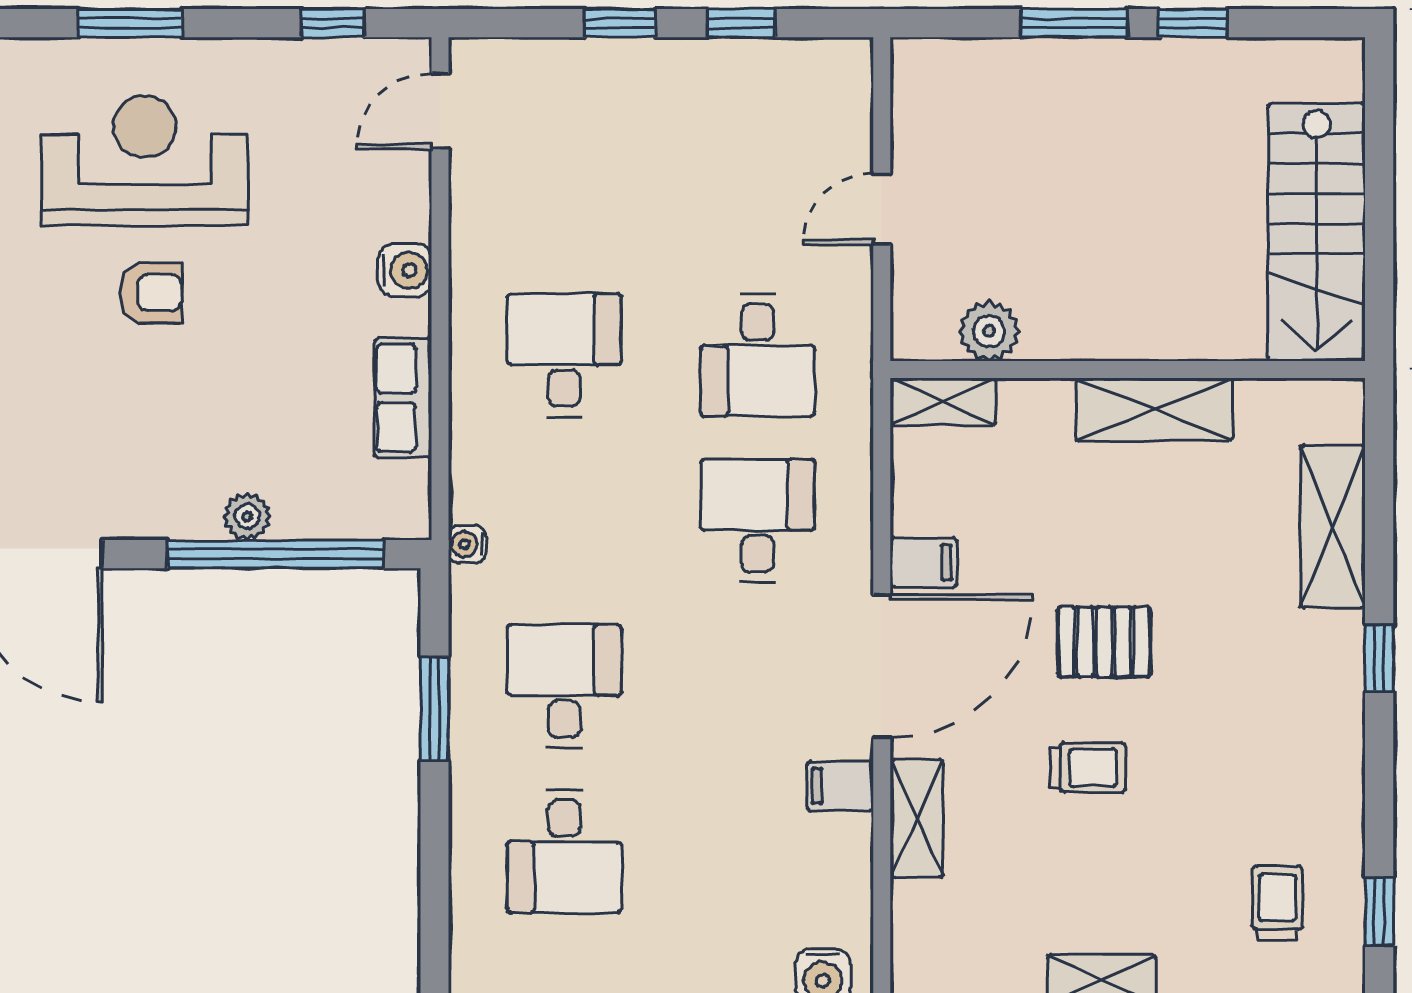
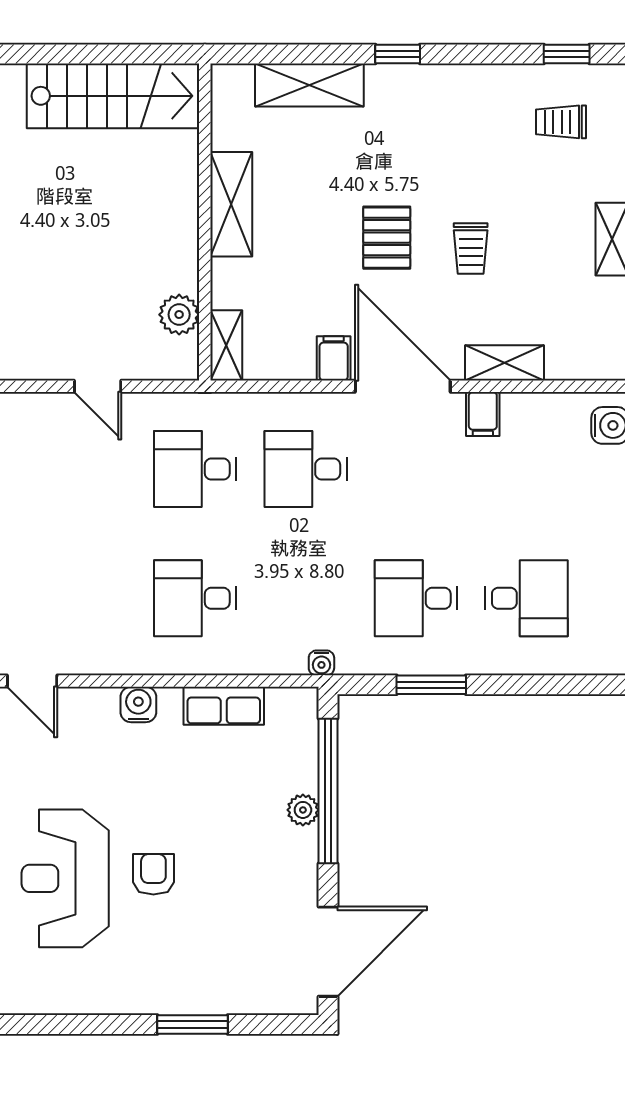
desk: (758, 355) -> (195, 469), turned 180
trolley: (1088, 768) -> (471, 249), turned 180

